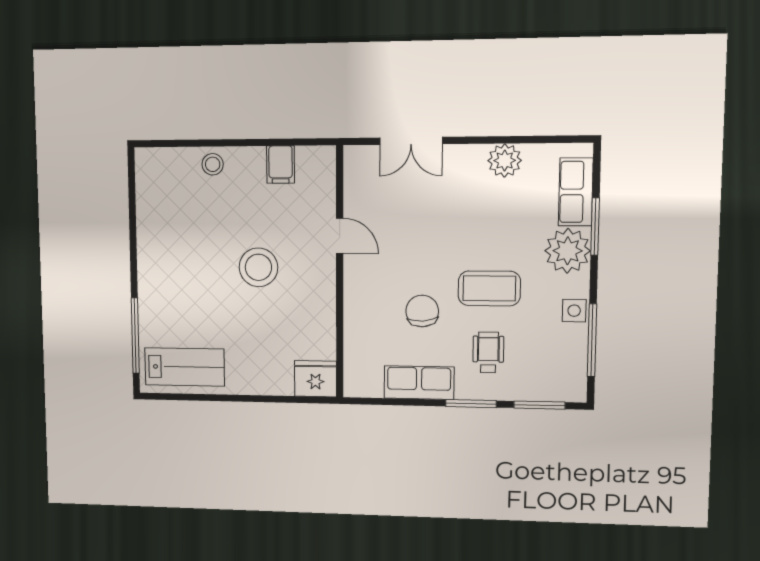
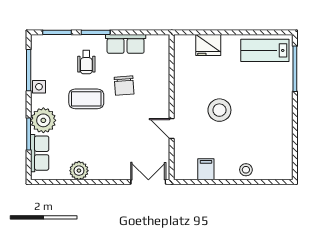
double door: (411, 141) -> (148, 182), moved
fridge: (315, 379) -> (208, 45), moved

